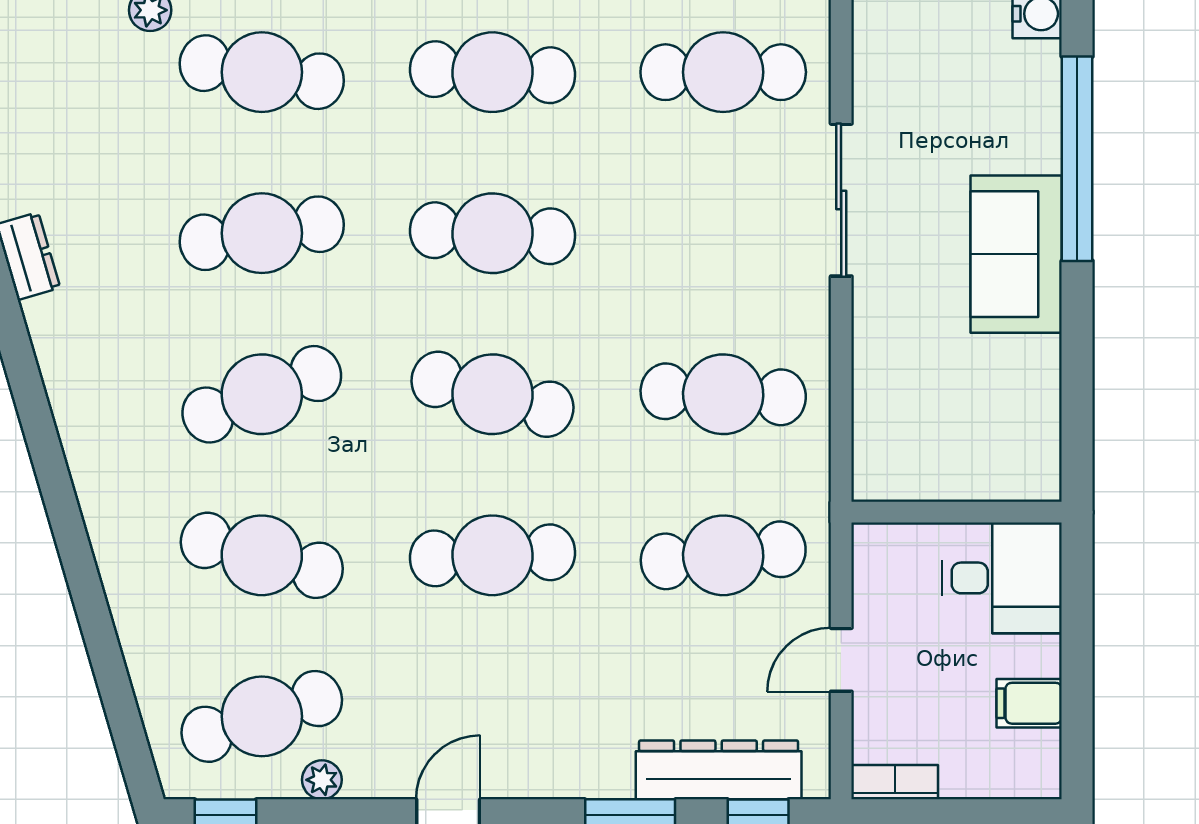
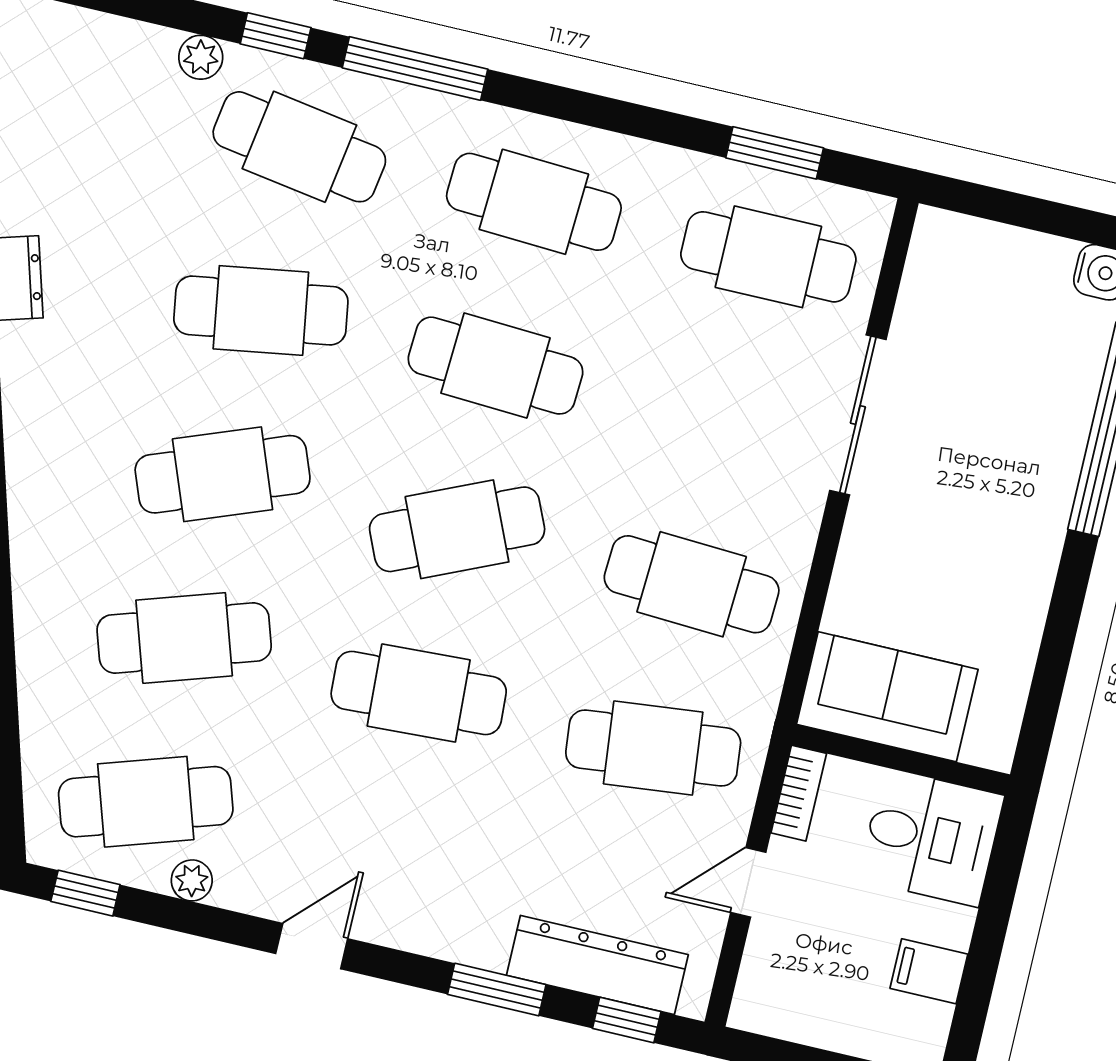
sofa: (1016, 254) -> (887, 697), moved, turned 90
cafe table: (492, 394) -> (457, 529), turned -39
cafe table: (262, 555) -> (184, 638), turned -33
bookcase: (895, 782) -> (799, 793), moved, turned 90

